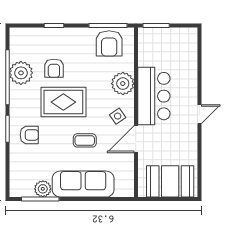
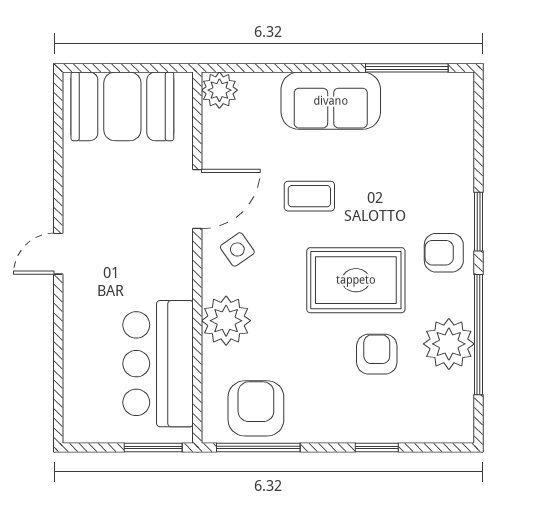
bar counter: (154, 96) -> (158, 364), moved
armchair: (29, 135) -> (444, 253), moved
sofa: (83, 184) -> (331, 101), width x0.73
plant: (43, 189) -> (219, 90), moved

